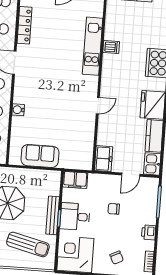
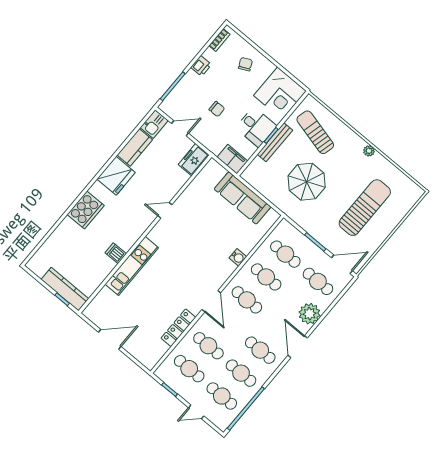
sofa: (40, 156) -> (243, 198), width x1.36

